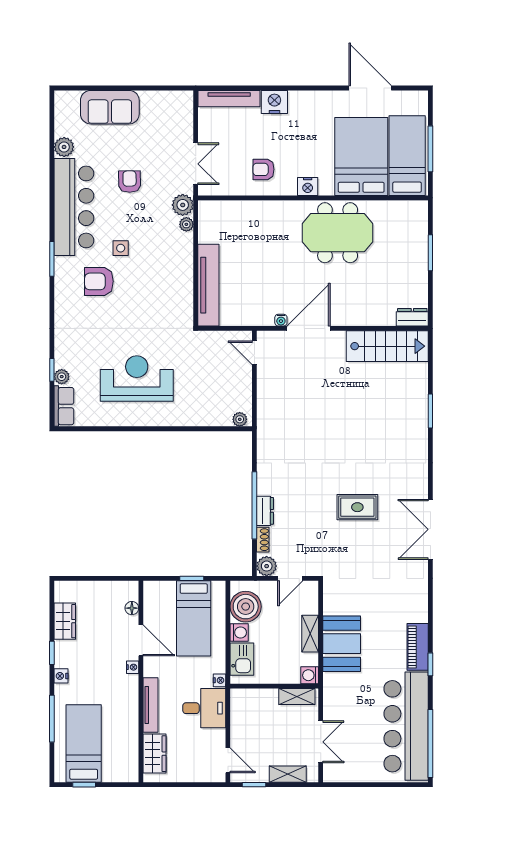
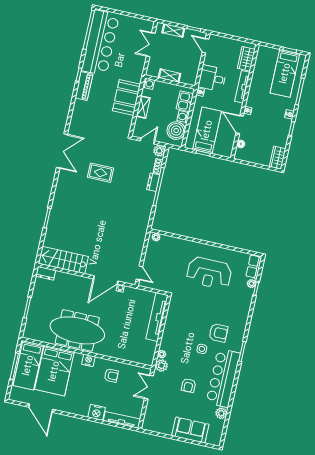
meeting table: (338, 233) -> (77, 330), width x1.36
wardrobe: (65, 621) -> (278, 158), moved
shelving: (297, 697) -> (169, 76), moved

